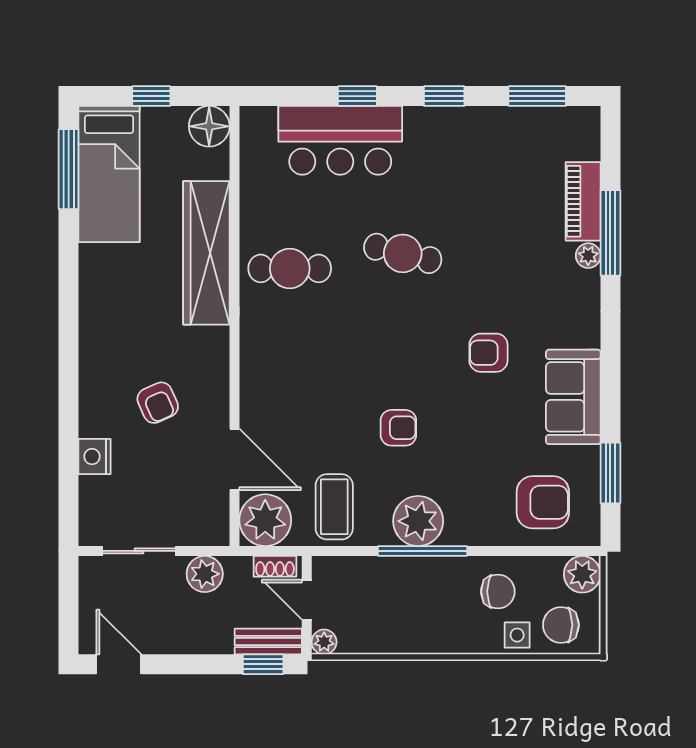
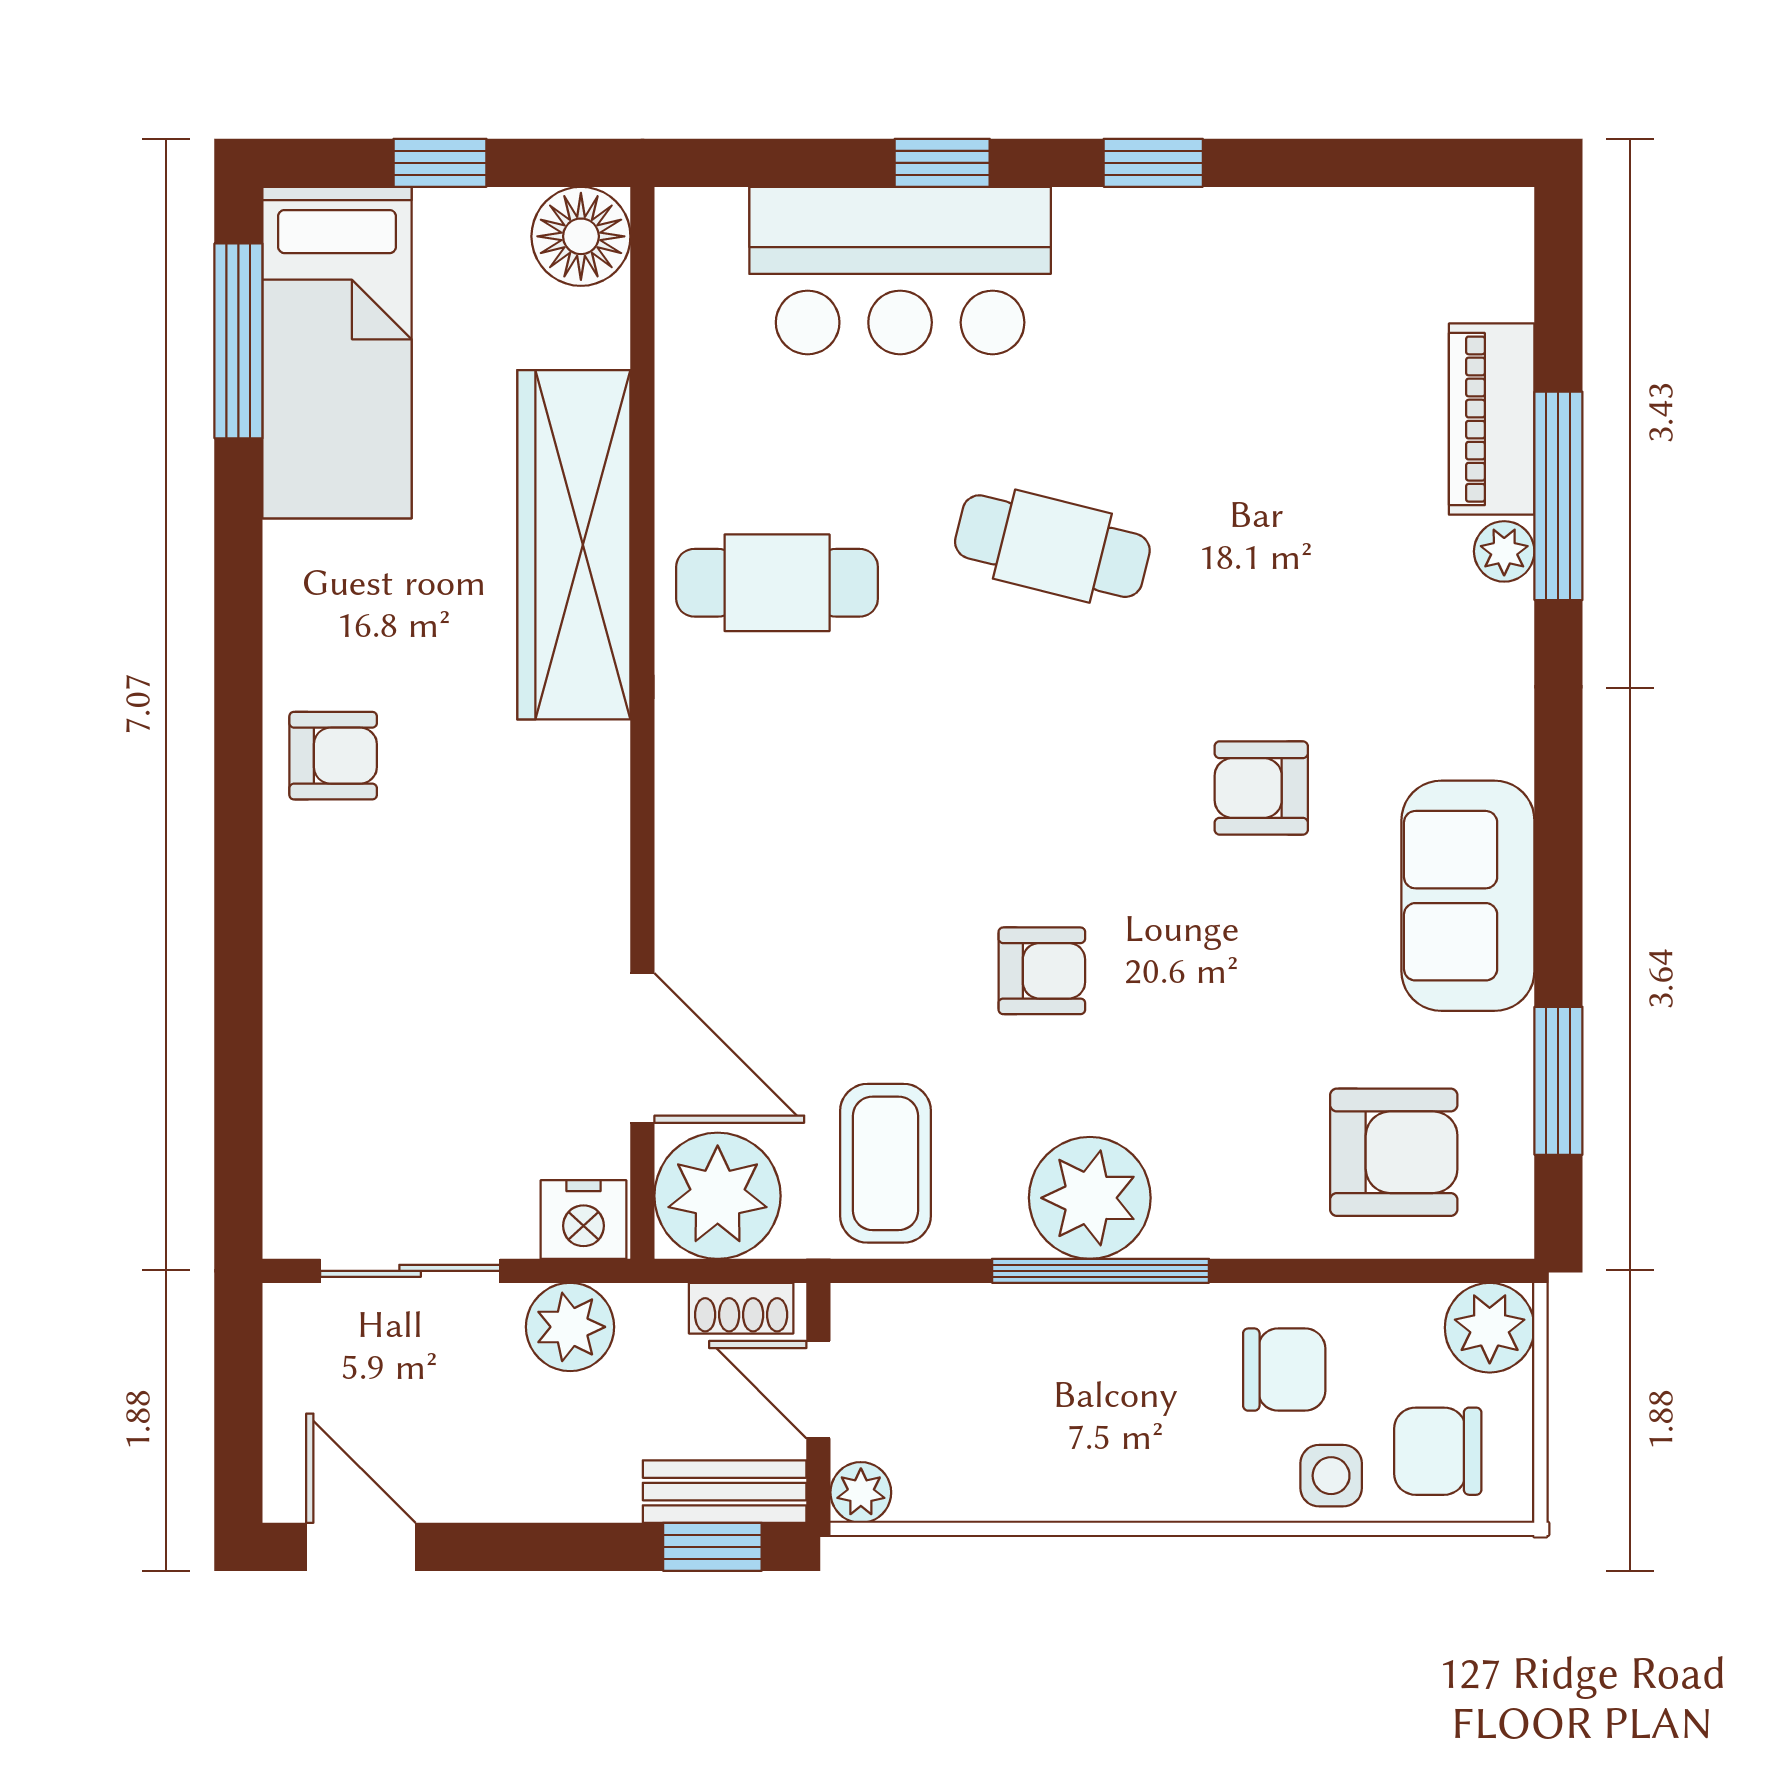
window: (537, 96) -> (1380, 163), removed
armchair: (158, 403) -> (333, 756), moved, turned -66
nightstand: (95, 457) -> (584, 1219), moved, turned -90

